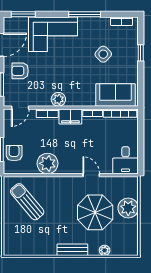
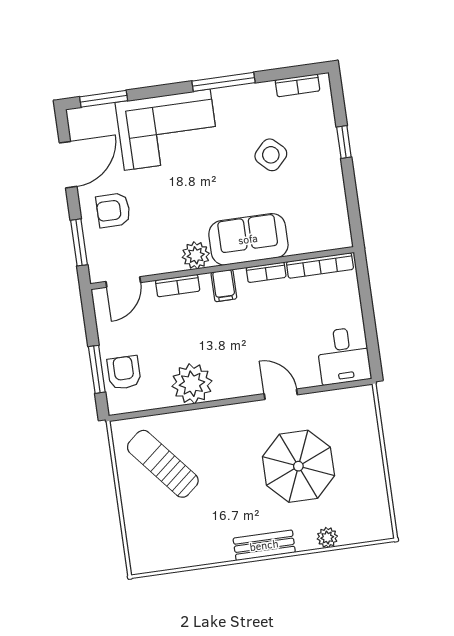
sofa: (116, 95) -> (248, 239), moved
filing cabinet: (70, 116) -> (224, 286), width x0.50
plant: (128, 208) -> (362, 448), removed

